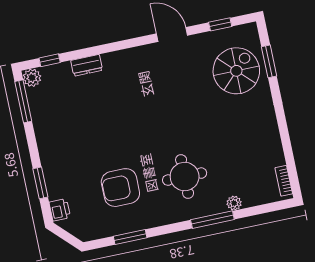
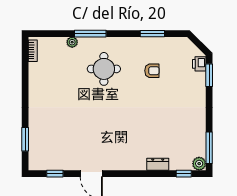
spiral stairs: (236, 71) -> (50, 137), removed
window: (40, 183) -> (209, 75), moved
armchair: (120, 188) -> (152, 71), width x0.53, depth x0.53

